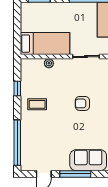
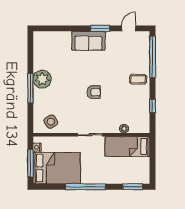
coffee table: (37, 104) -> (138, 79), moved
window: (75, 174) -> (100, 28), width x0.69

